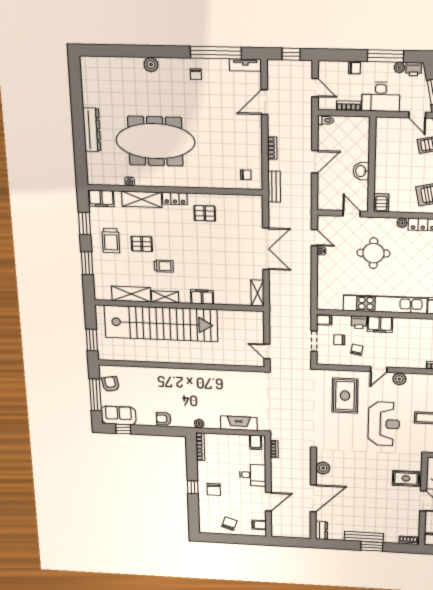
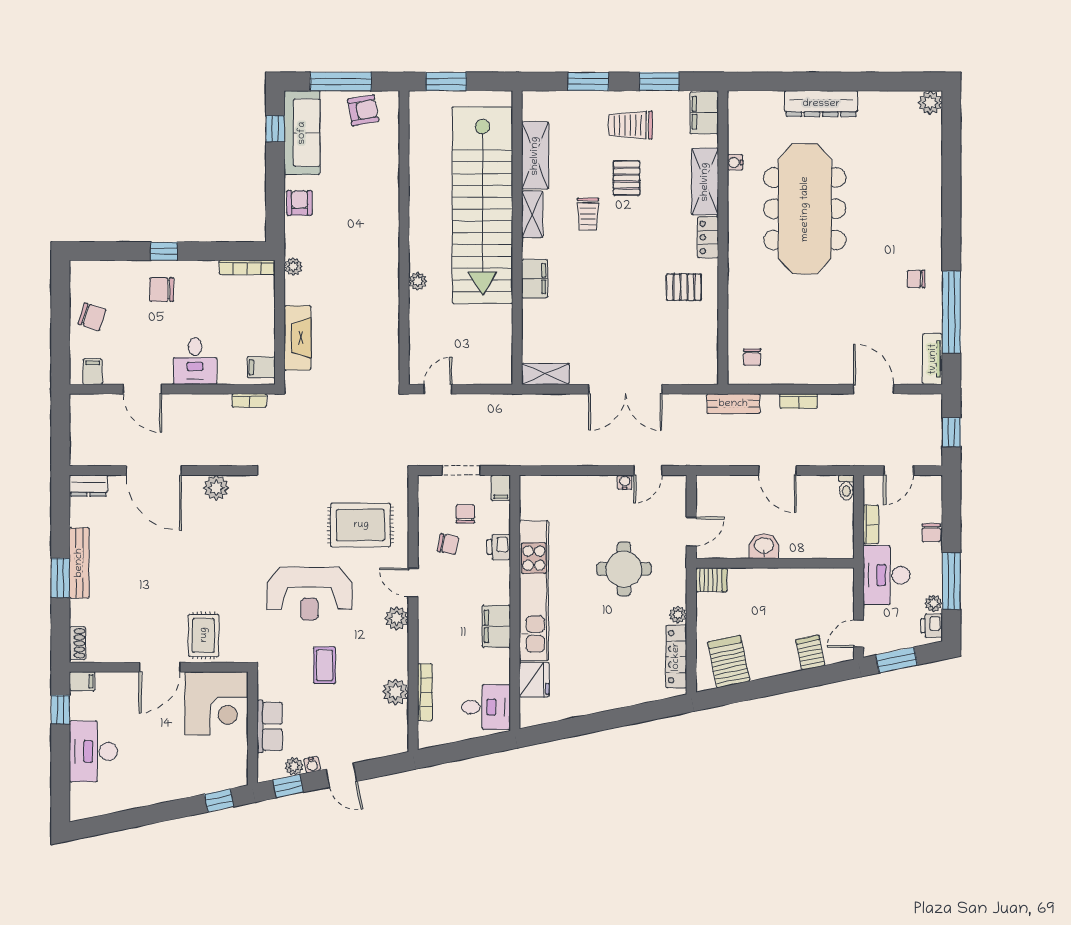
plant: (151, 65) -> (930, 103), moved
pallet: (205, 213) -> (684, 287), turned 90
filing cabinet: (380, 325) -> (496, 626), moved
plant: (205, 360) -> (418, 281), added
sofa: (119, 415) -> (302, 133), width x1.36

